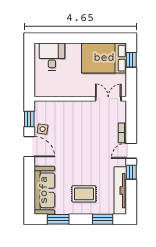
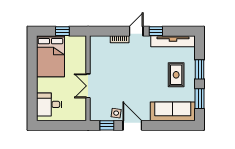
window: (131, 60) -> (62, 31), moved
double door: (108, 99) -> (88, 86), moved
door: (29, 147) -> (132, 125), hinge flipped
door: (131, 151) -> (136, 31), swing flipped
window: (103, 219) -> (200, 69), moved

